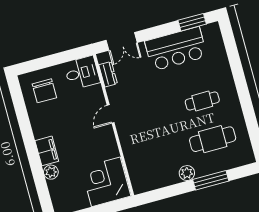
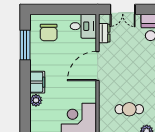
window: (21, 112) -> (25, 45), added
door: (111, 114) -> (98, 66), width x1.87
cafe table: (160, 153) -> (129, 109), added

